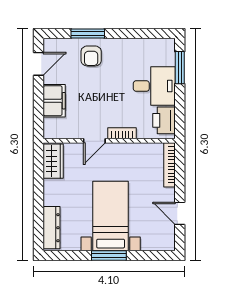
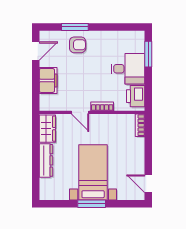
armchair: (91, 56) -> (78, 45), turned -90
door: (94, 141) -> (80, 112), hinge flipped
bookcase: (170, 165) -> (140, 125), width x0.64
door: (180, 213) -> (148, 184), moved
dresser: (51, 228) -> (46, 160), moved

